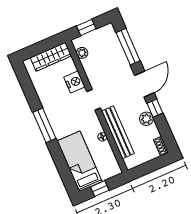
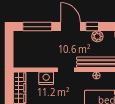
window: (86, 27) -> (9, 52), removed
plant: (82, 53) -> (27, 63), removed

